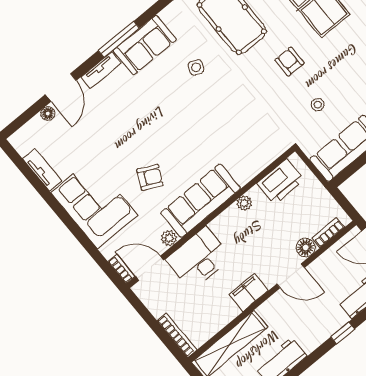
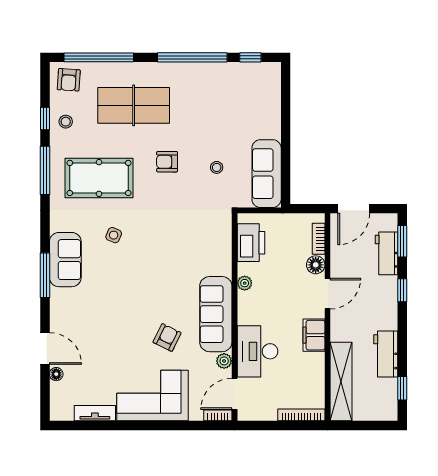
tv unit: (101, 70) -> (57, 308), removed

